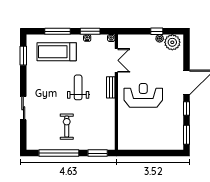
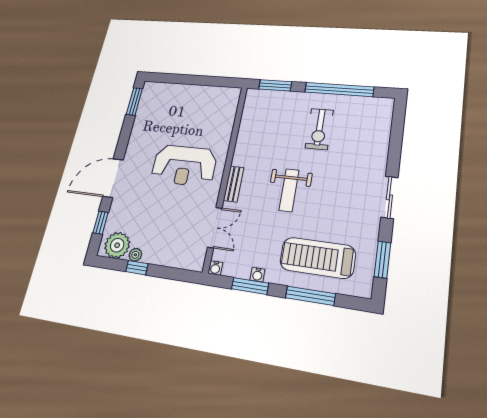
treadmill: (57, 52) -> (318, 258), turned 180
double door: (116, 60) -> (215, 228), swing flipped
sliding door: (23, 108) -> (389, 197), moved
window: (187, 109) -> (101, 223), moved

